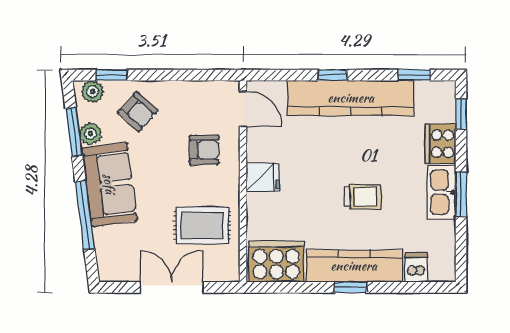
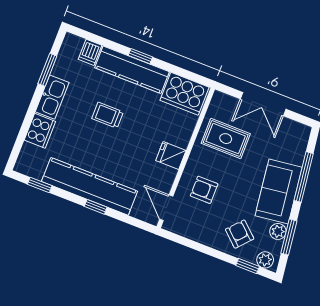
window: (461, 114) -> (18, 146), removed
window: (461, 194) -> (47, 70), moved

